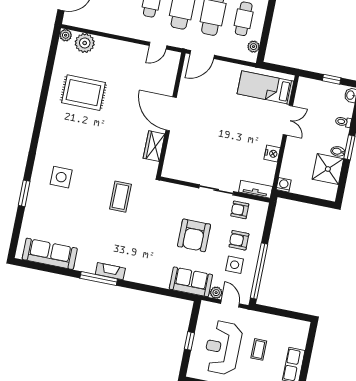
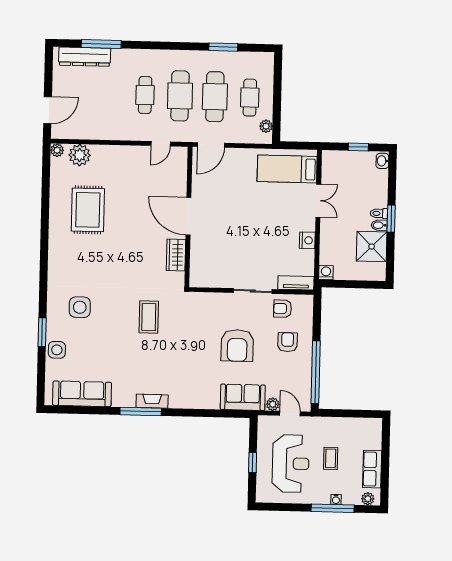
rug: (83, 93) -> (88, 210), turned 90
toilet: (343, 122) -> (379, 213), moved
armchair: (239, 240) -> (288, 342), turned 90
side table: (235, 265) -> (57, 350), moved
reception desk: (223, 348) -> (291, 464), turned 180

